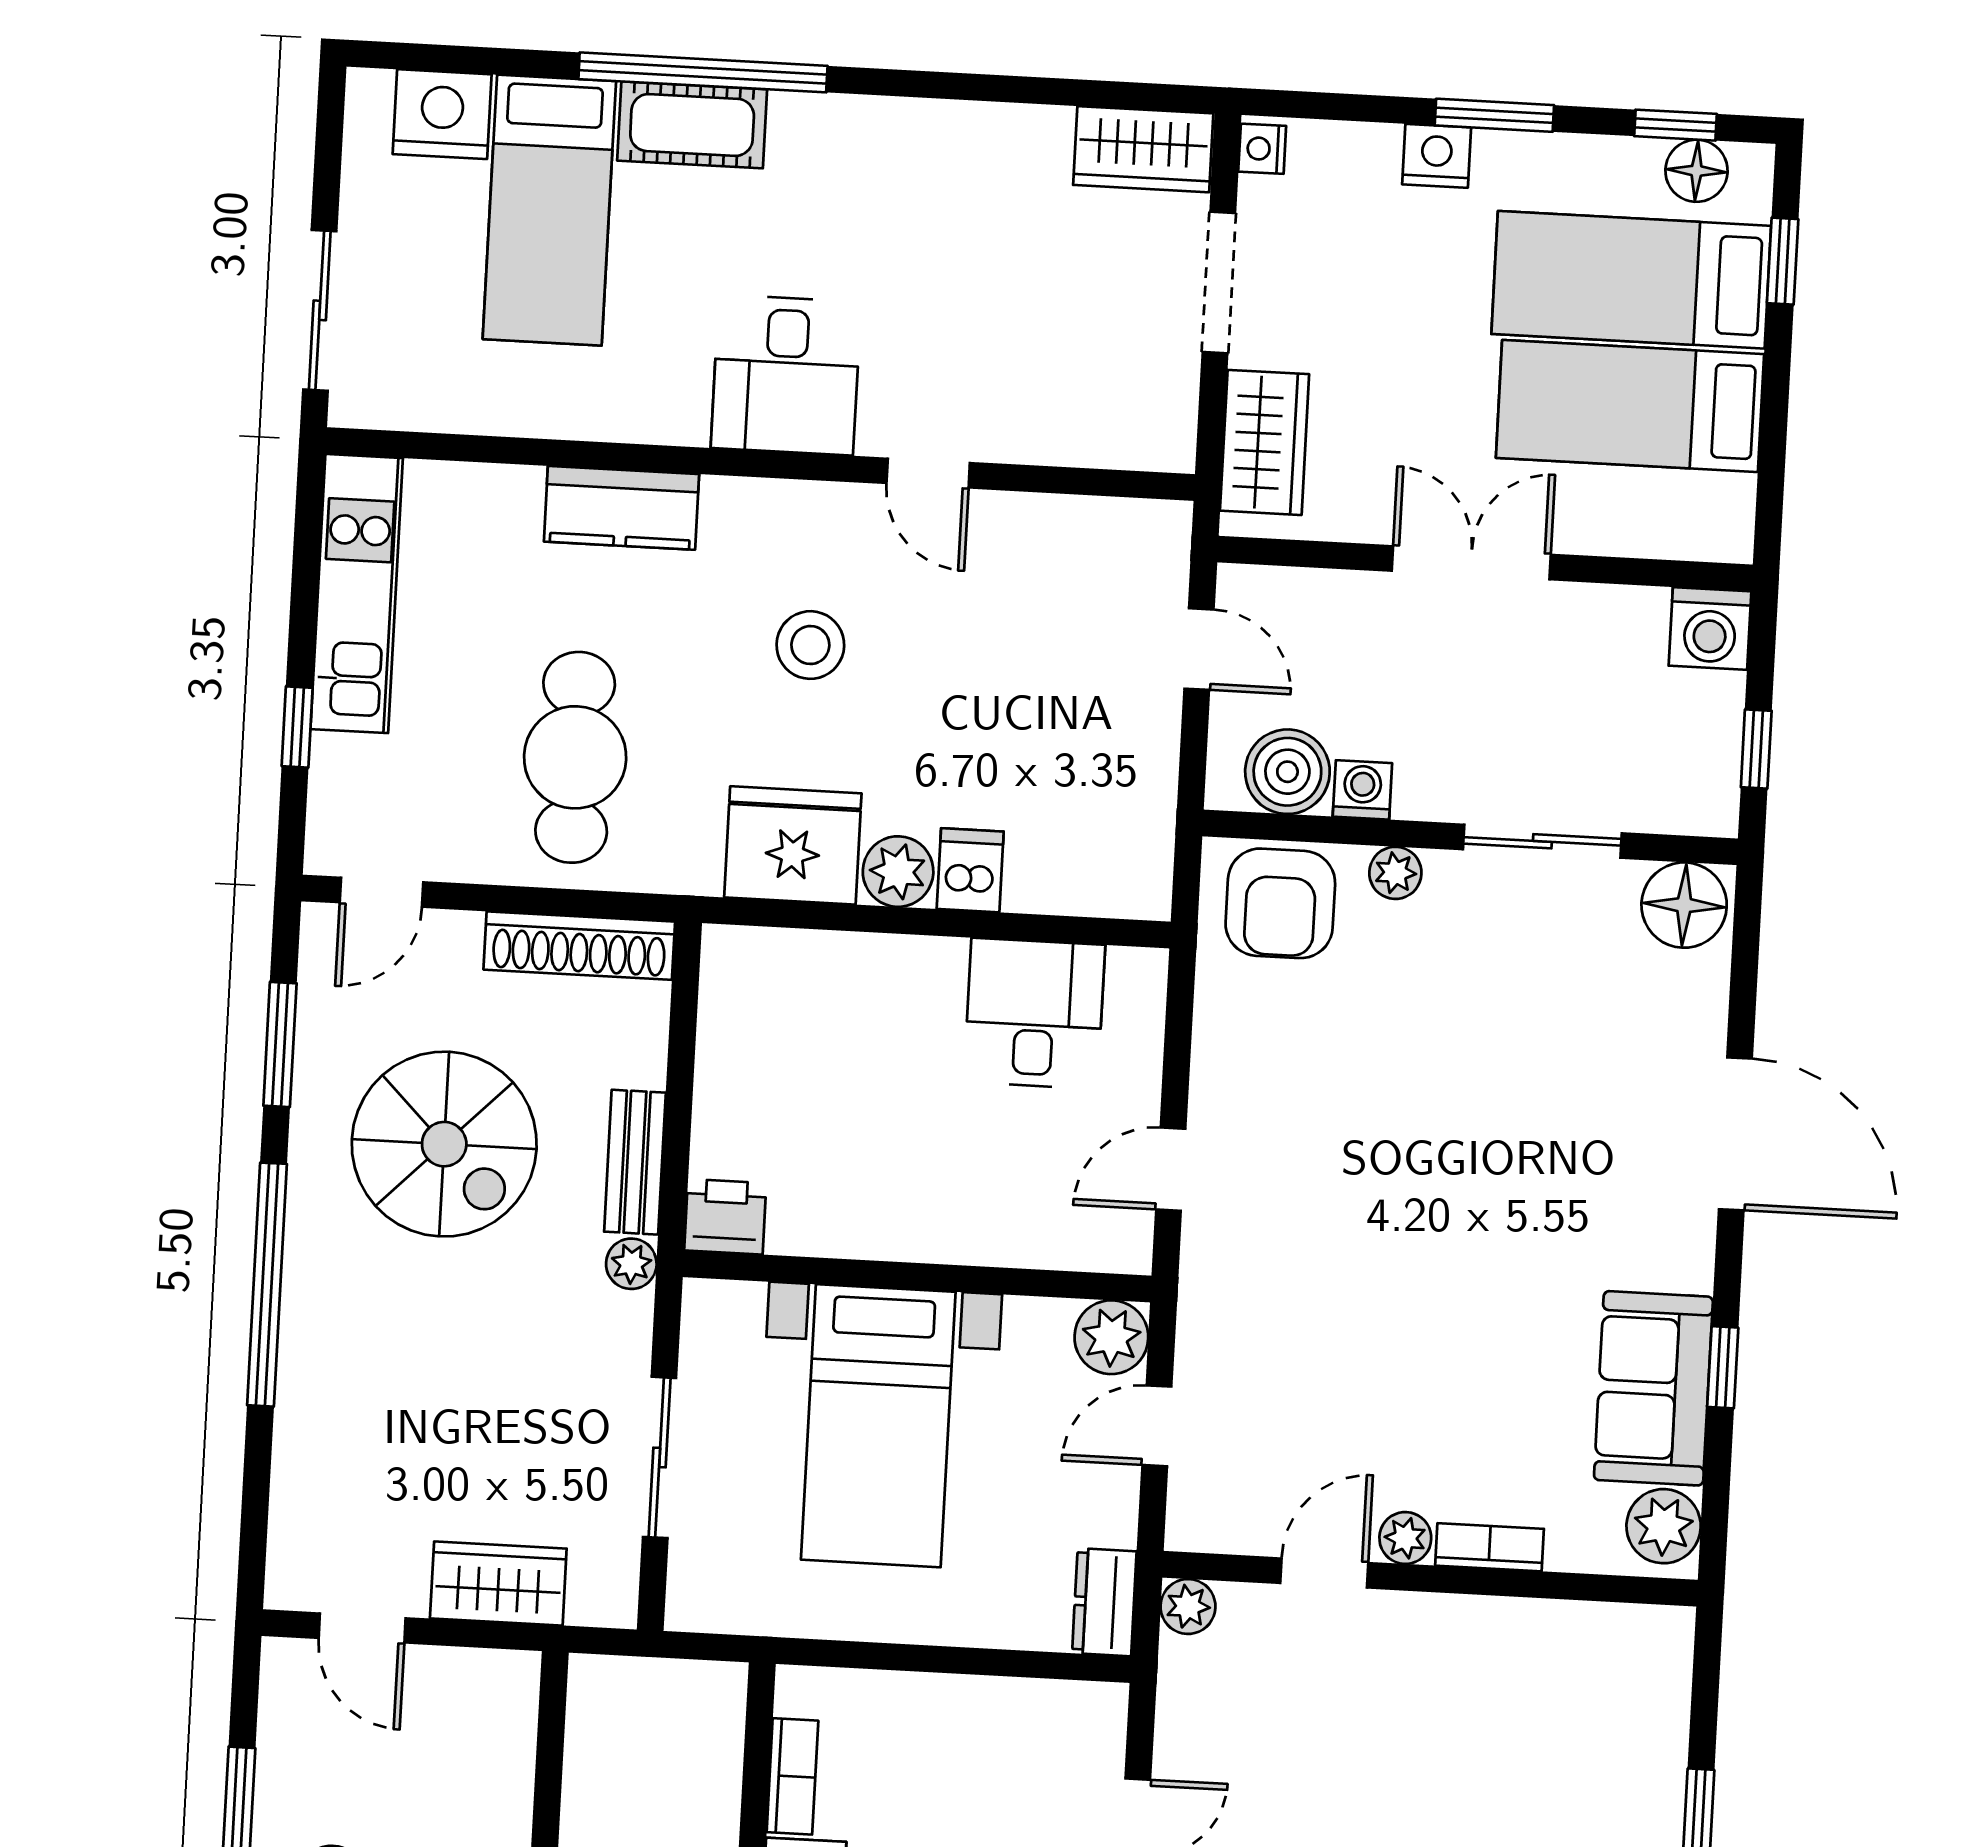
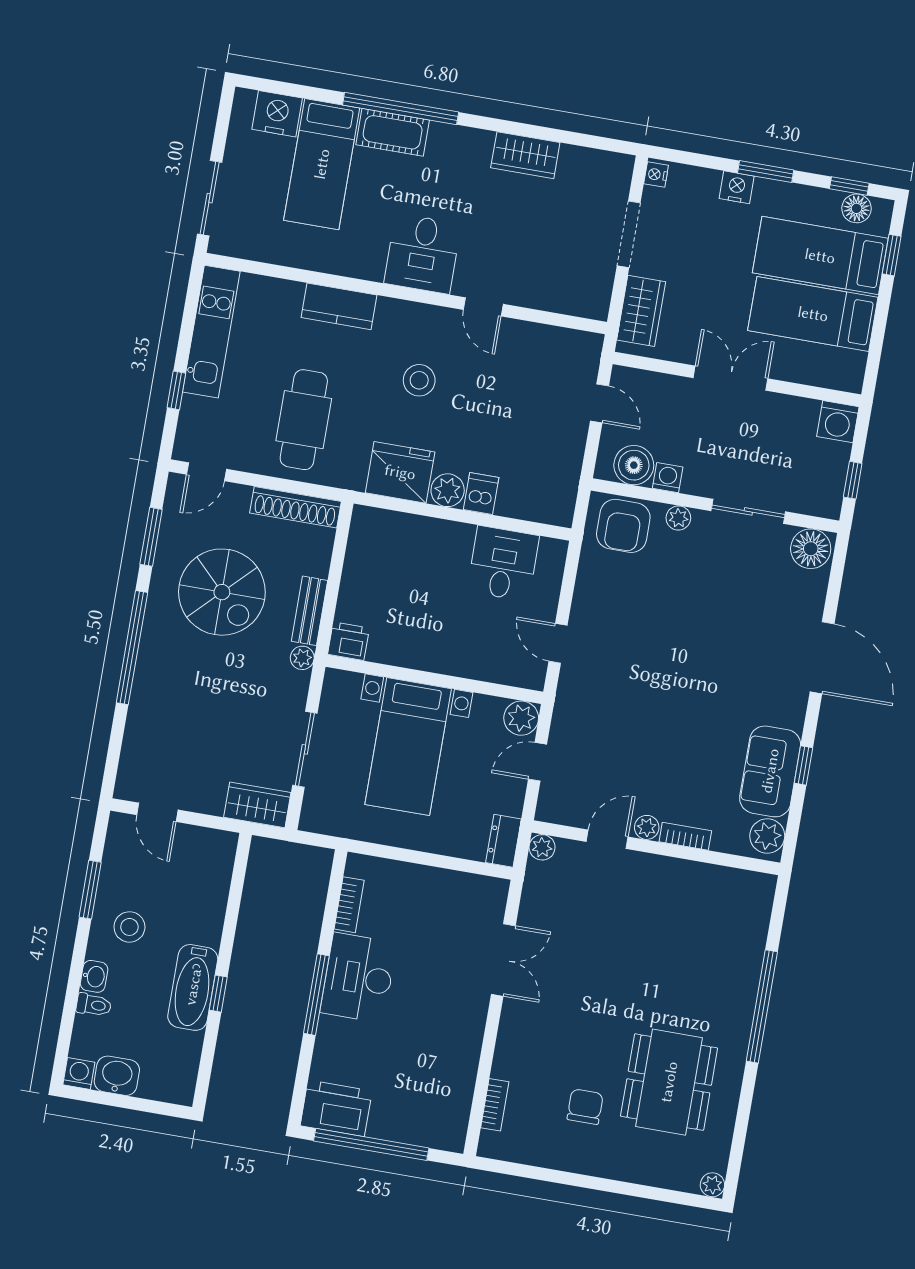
wardrobe: (1143, 149) -> (525, 155), moved
door: (1171, 1169) -> (558, 643), hinge flipped
wardrobe: (498, 1583) -> (257, 805), moved

